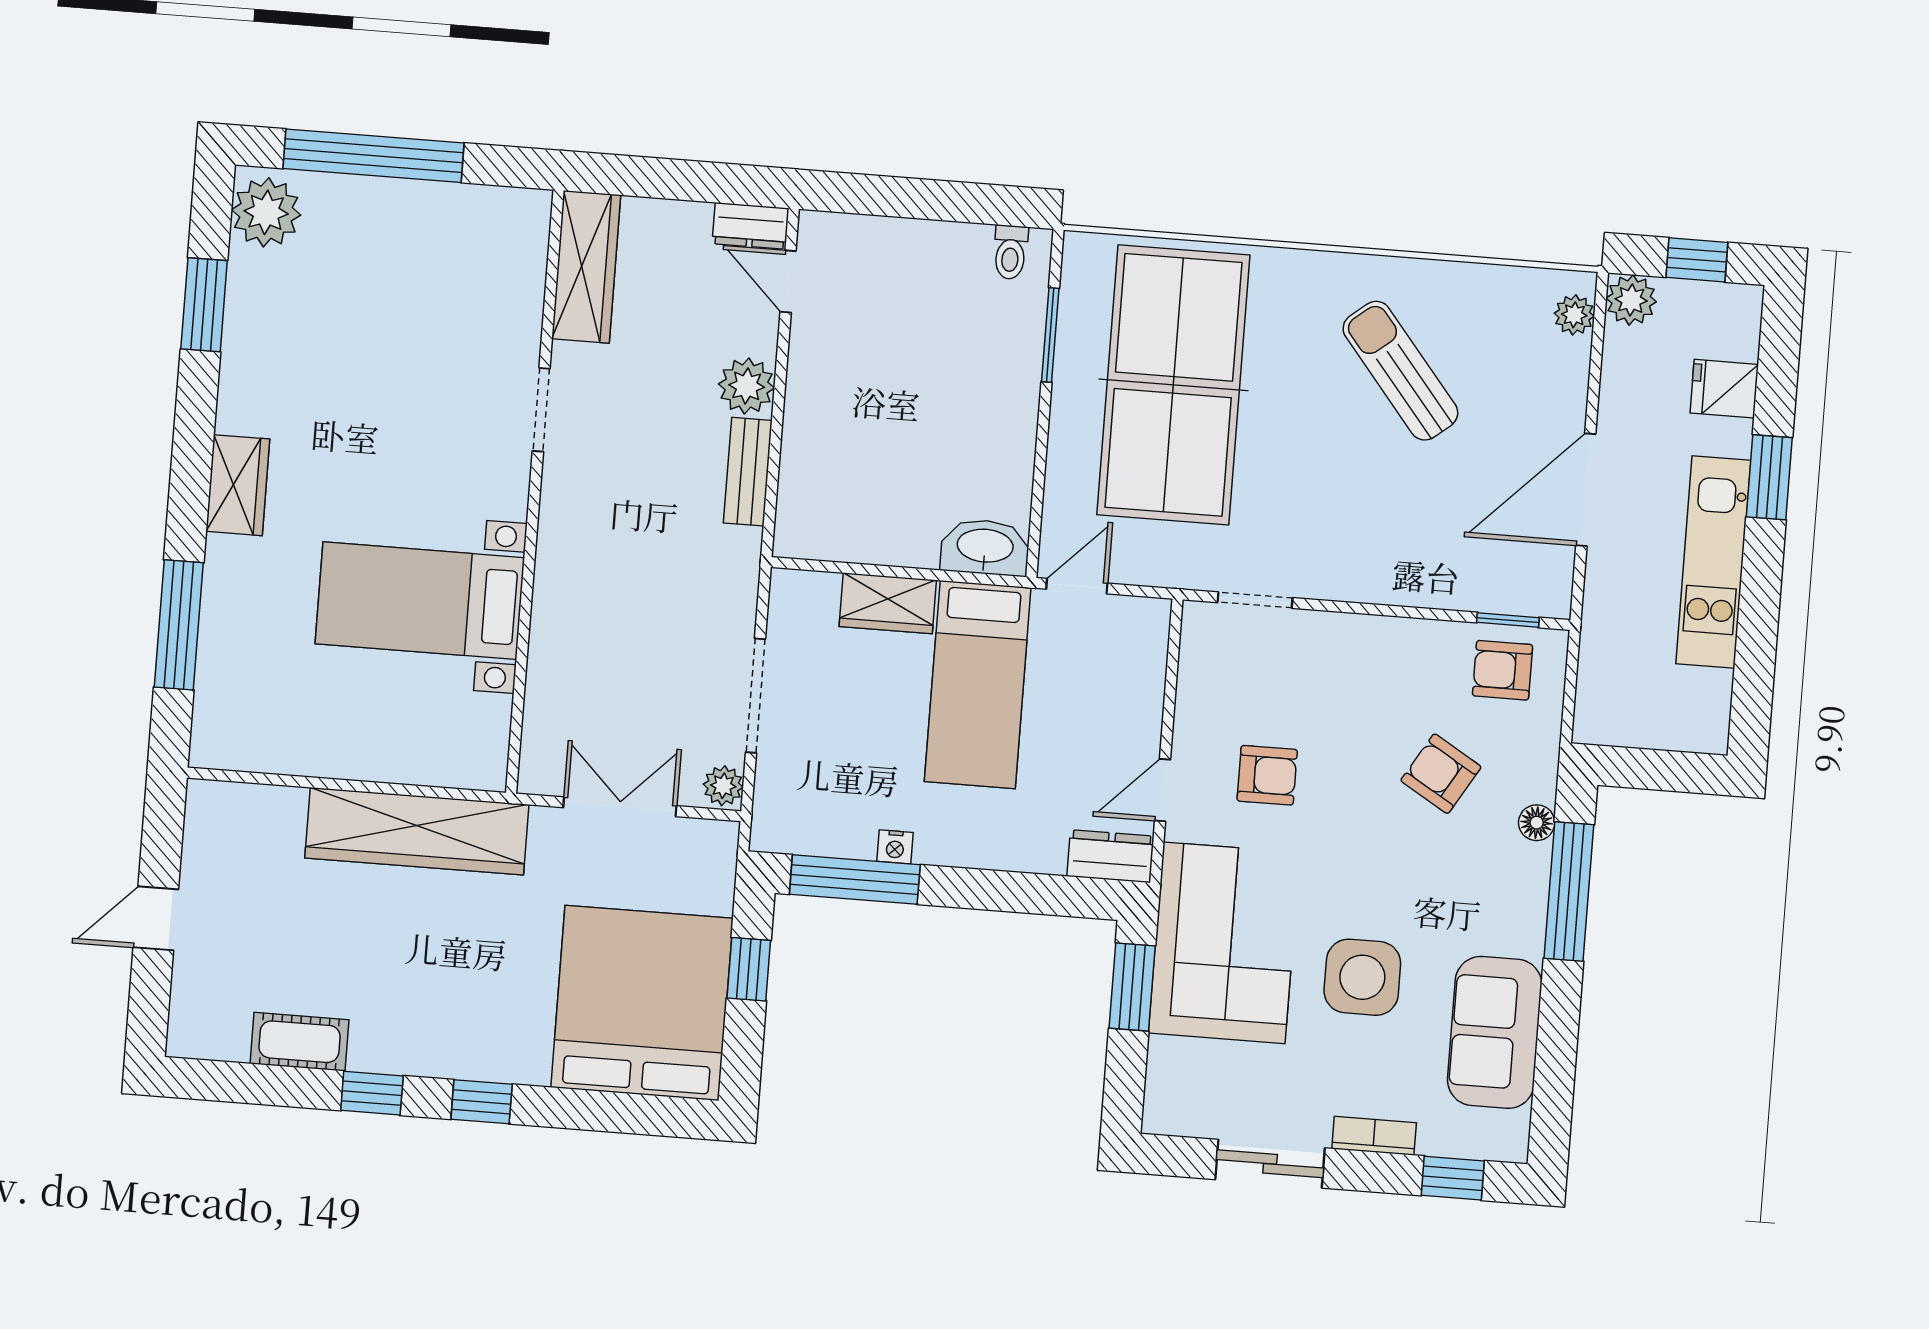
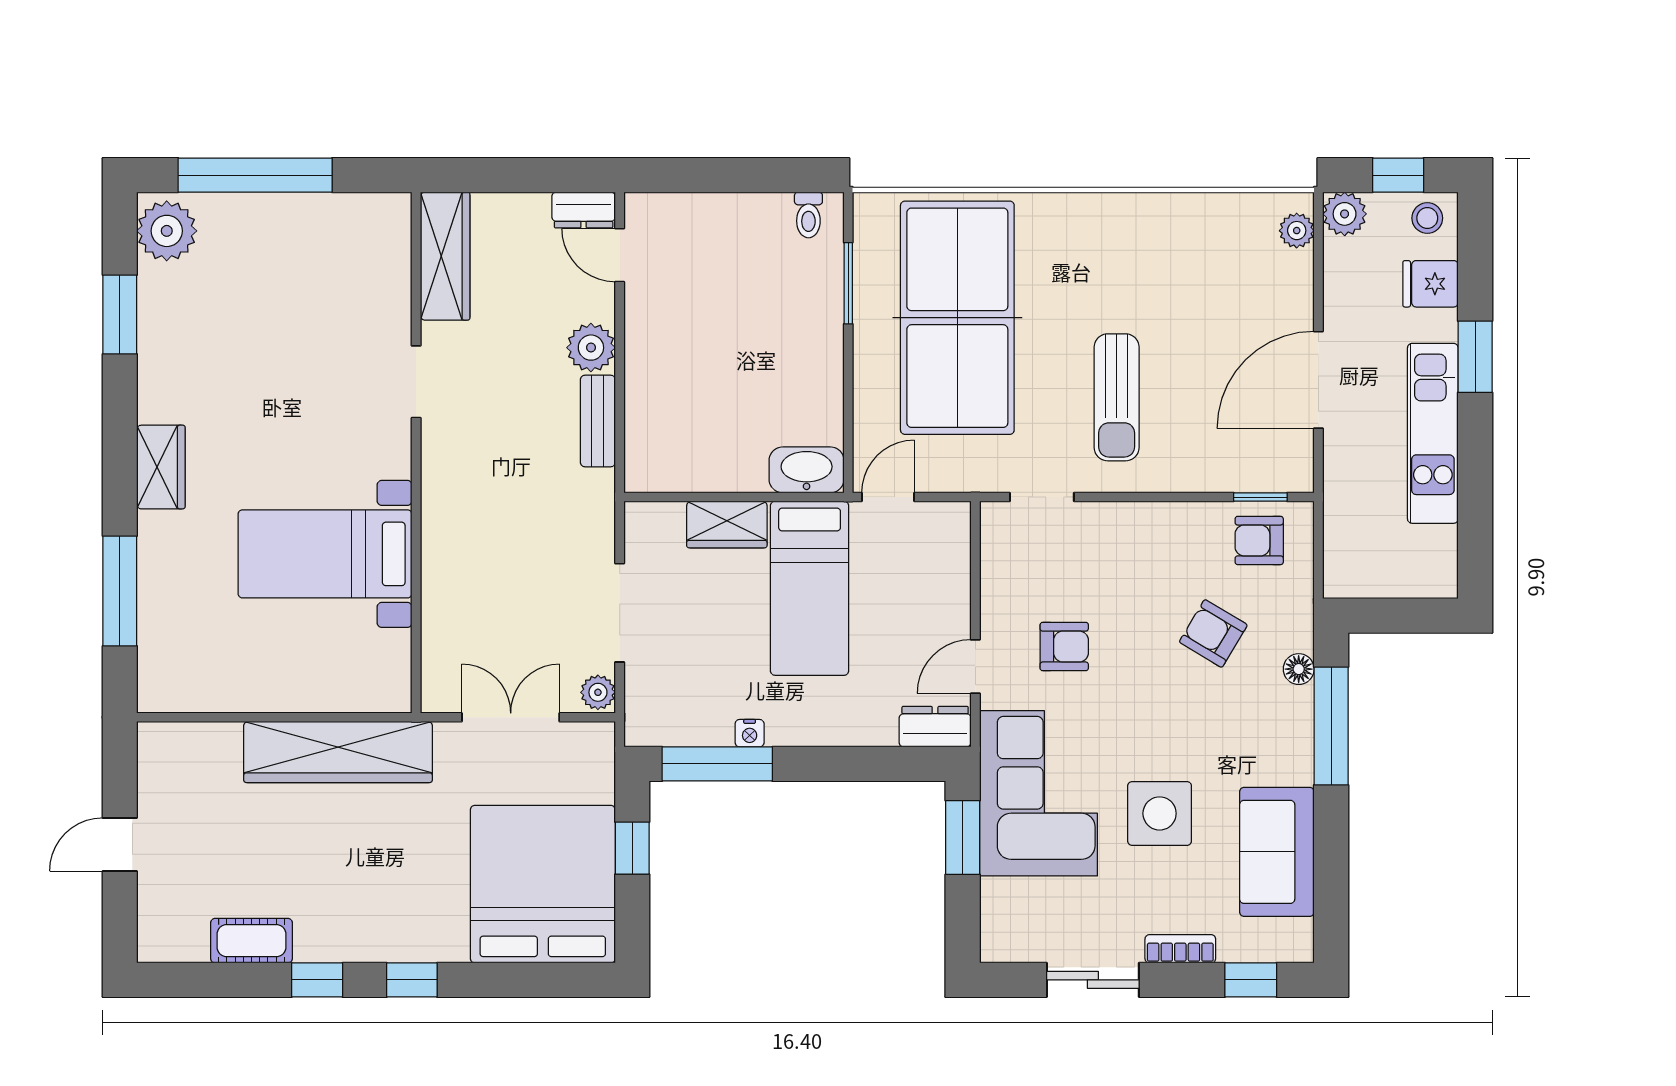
stool: (1727, 312) -> (1427, 218), added
sun lounger: (1400, 371) -> (1117, 397), moved, turned -141

